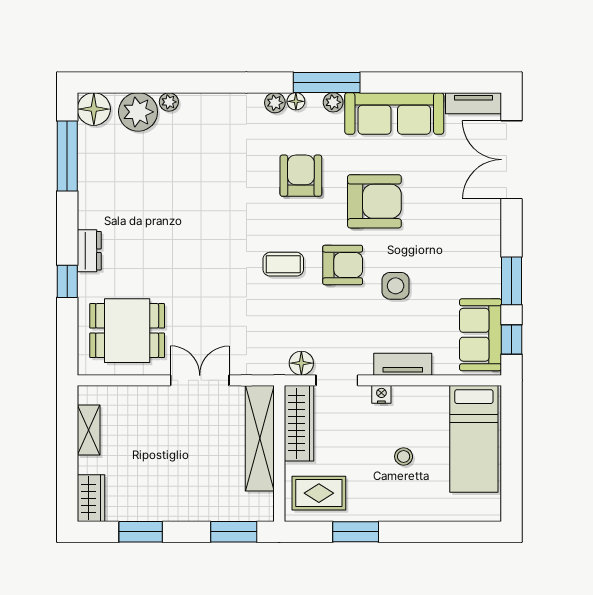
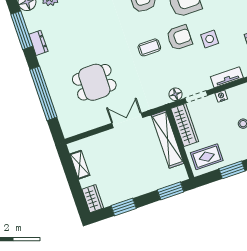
dresser: (89, 251) -> (38, 43), moved
window: (67, 281) -> (43, 93), width x3.17
dining table: (127, 331) -> (94, 82), moved

